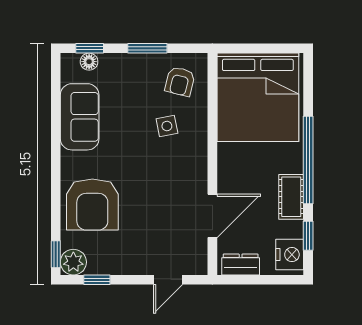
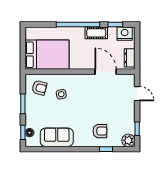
bed: (258, 97) -> (47, 55), width x0.73
armchair: (92, 205) -> (100, 131), width x0.53, depth x0.53
window: (56, 254) -> (106, 149), moved

